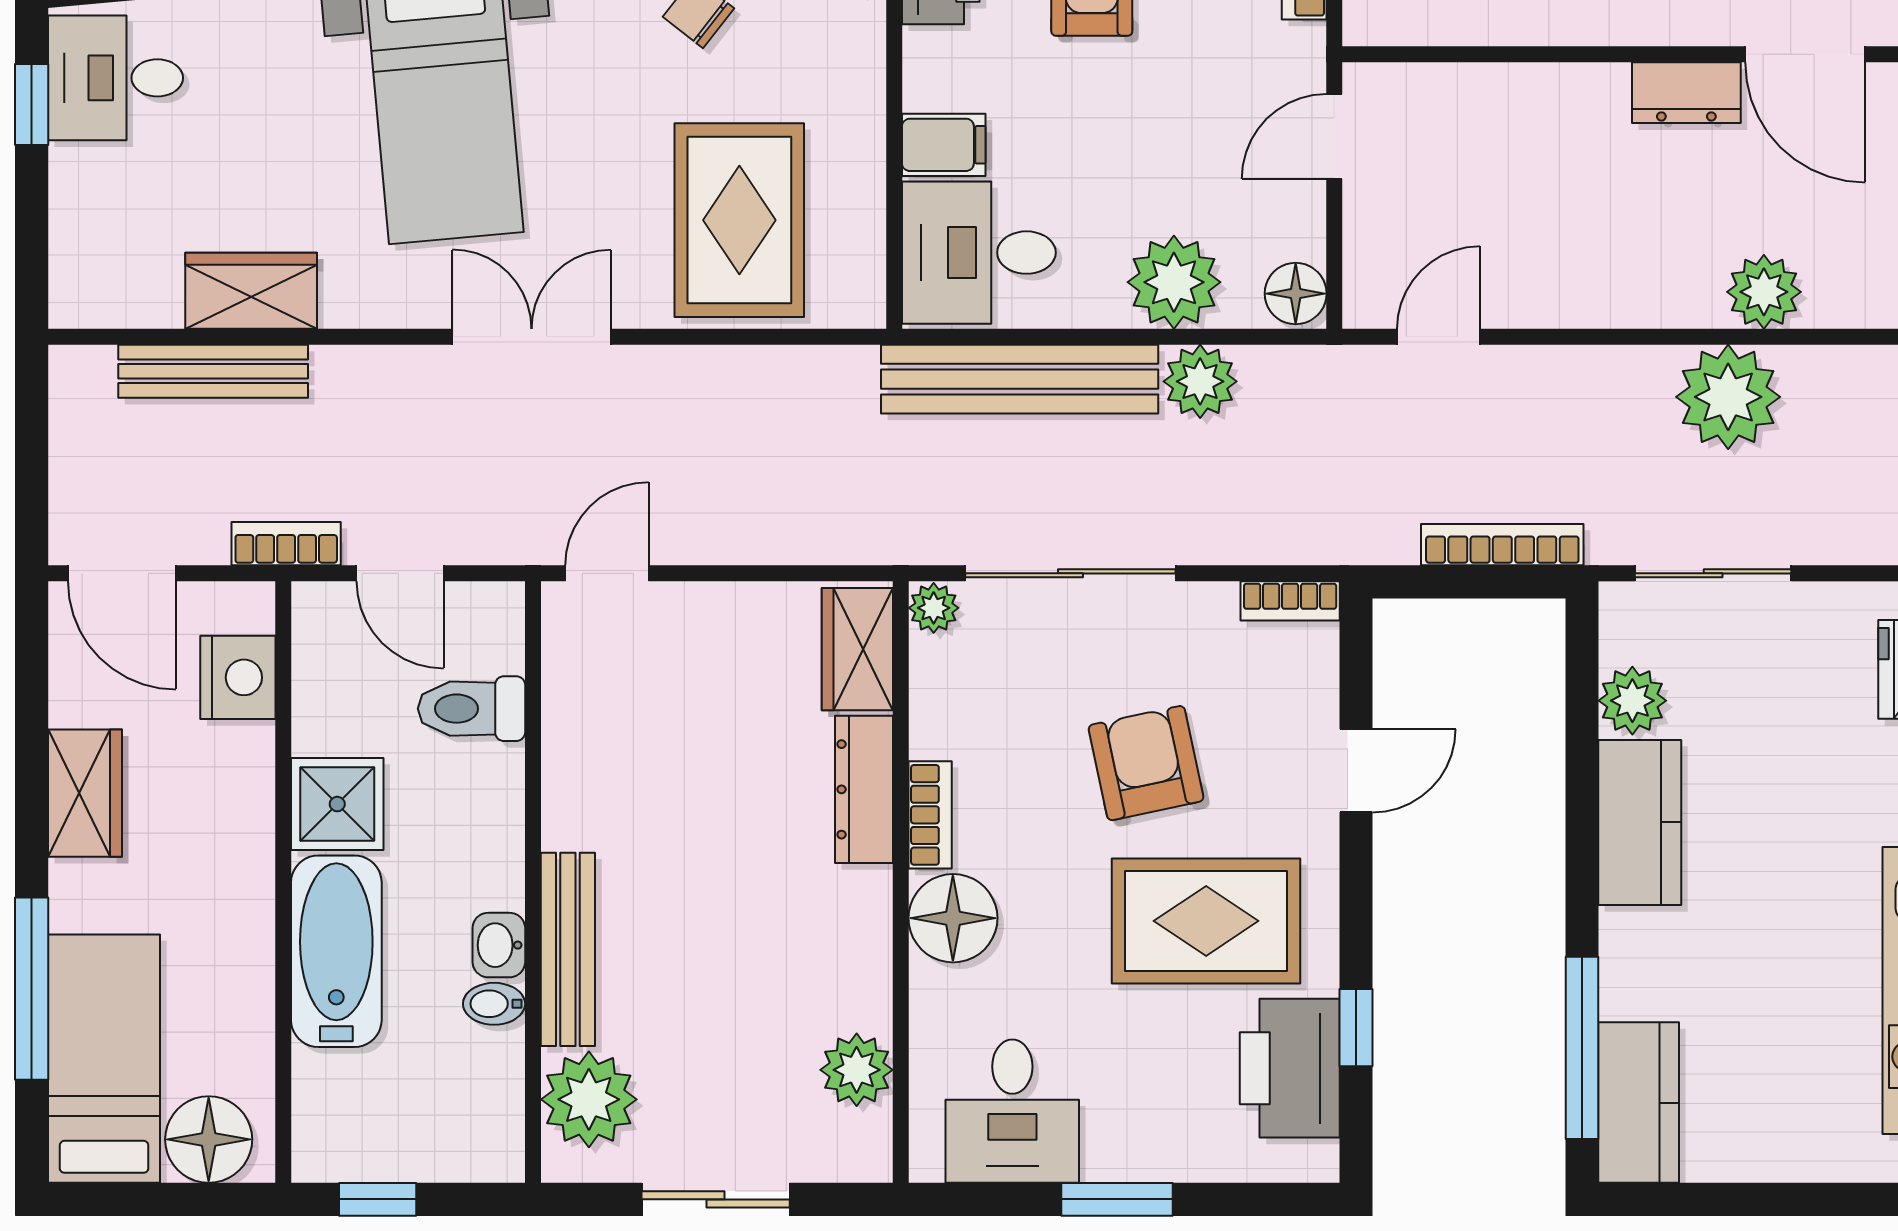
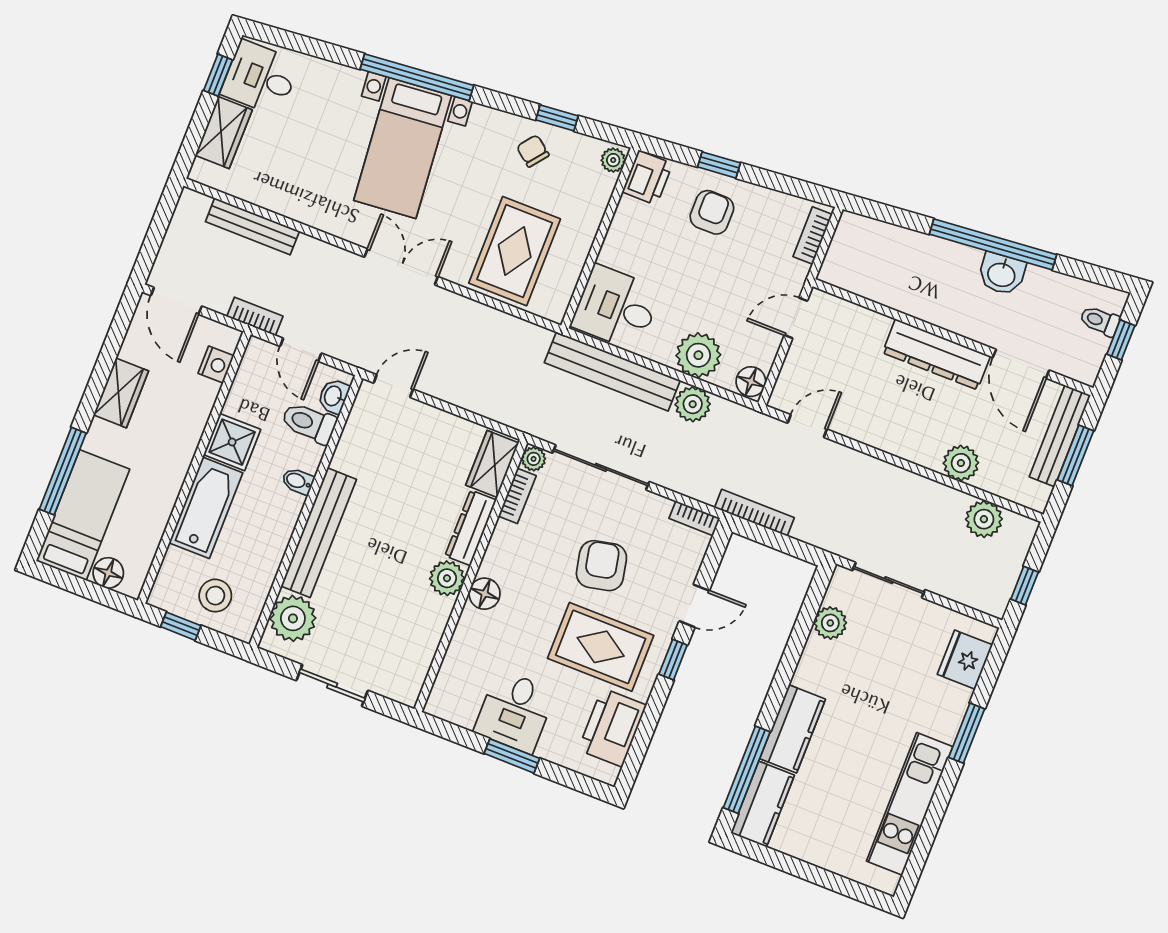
dresser: (1686, 93) -> (936, 354), width x1.96, depth x1.24
filing cabinet: (944, 145) -> (619, 253), removed
wardrobe: (251, 291) -> (224, 133), moved, turned 90
plant: (1728, 397) -> (984, 519), moved, width x0.73, depth x0.73
bookcase: (1502, 545) -> (754, 513), moved
nightstand: (238, 677) -> (216, 365), width x0.74, depth x0.75
bookcase: (930, 815) -> (517, 496), moved
kitchen counter: (1640, 822) -> (793, 729), moved
floor lamp: (953, 918) -> (485, 594), width x0.73, depth x0.73
washbasin: (499, 945) -> (334, 396), moved
bench: (568, 949) -> (319, 533), width x1.37, depth x1.21
bidet: (494, 1004) -> (298, 481), moved
window: (1356, 1028) -> (673, 660), moved
plant: (857, 1070) -> (447, 578), moved
desk: (1012, 1111) -> (515, 711), moved
stool: (421, 1114) -> (215, 596), added
floor lamp: (209, 1139) -> (108, 573), width x0.73, depth x0.73

